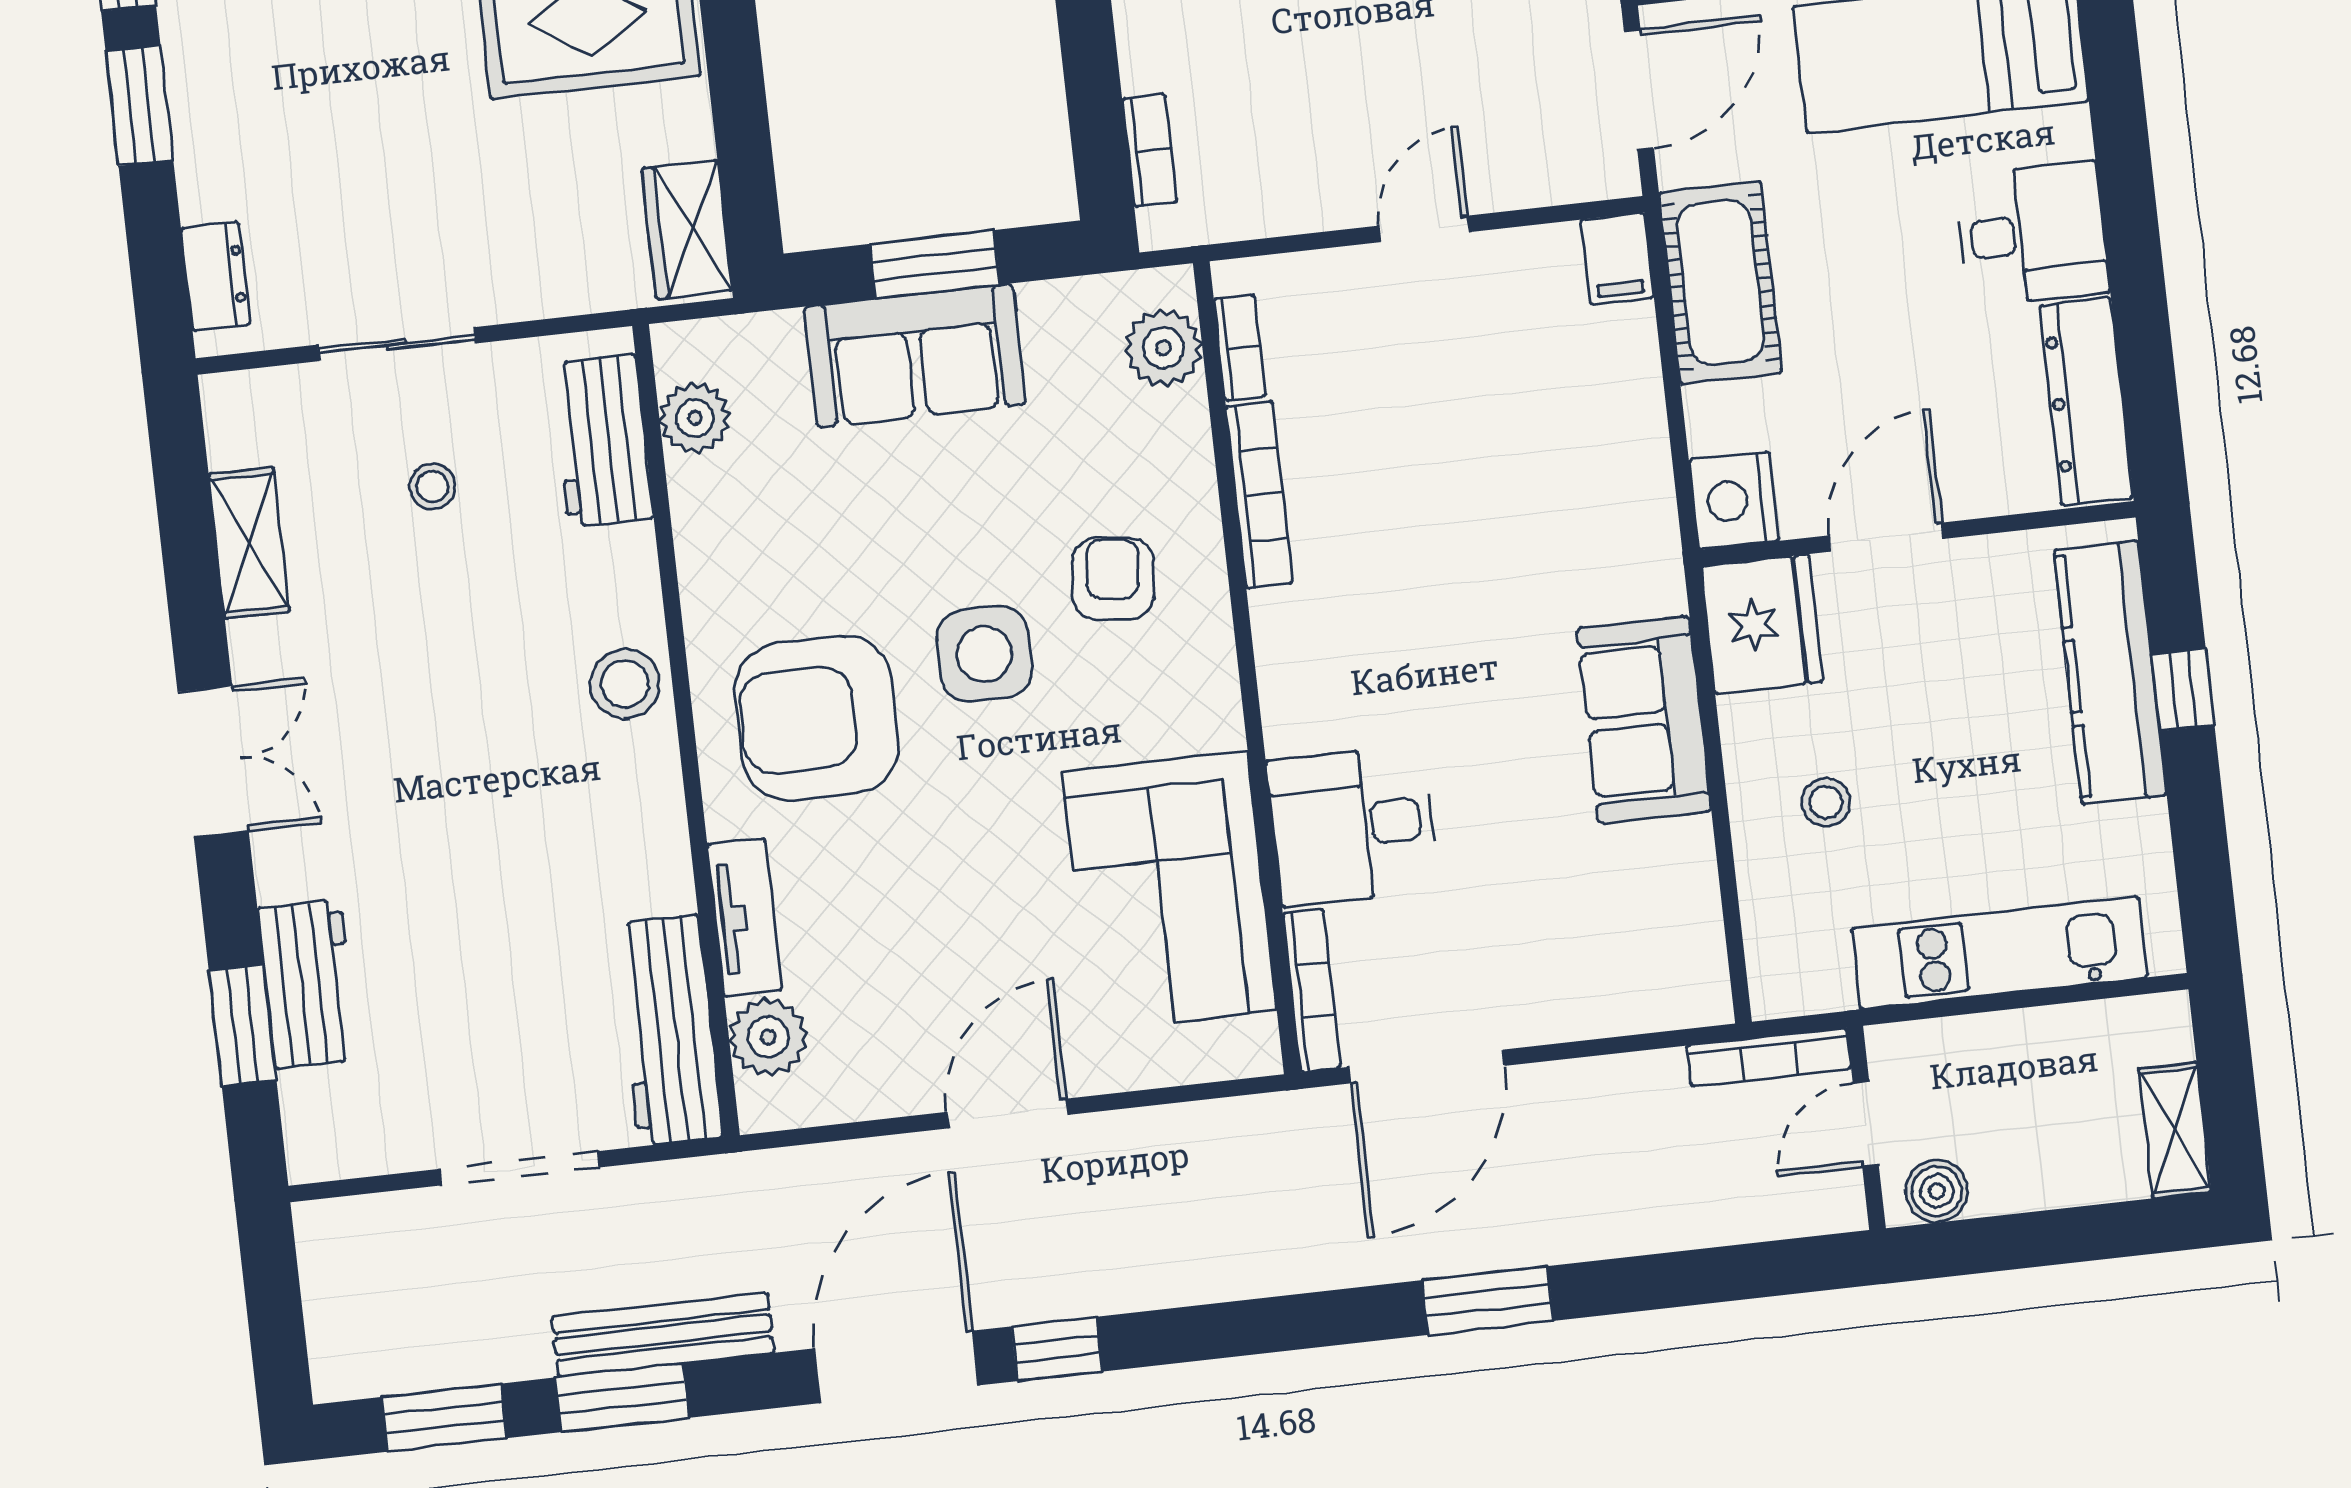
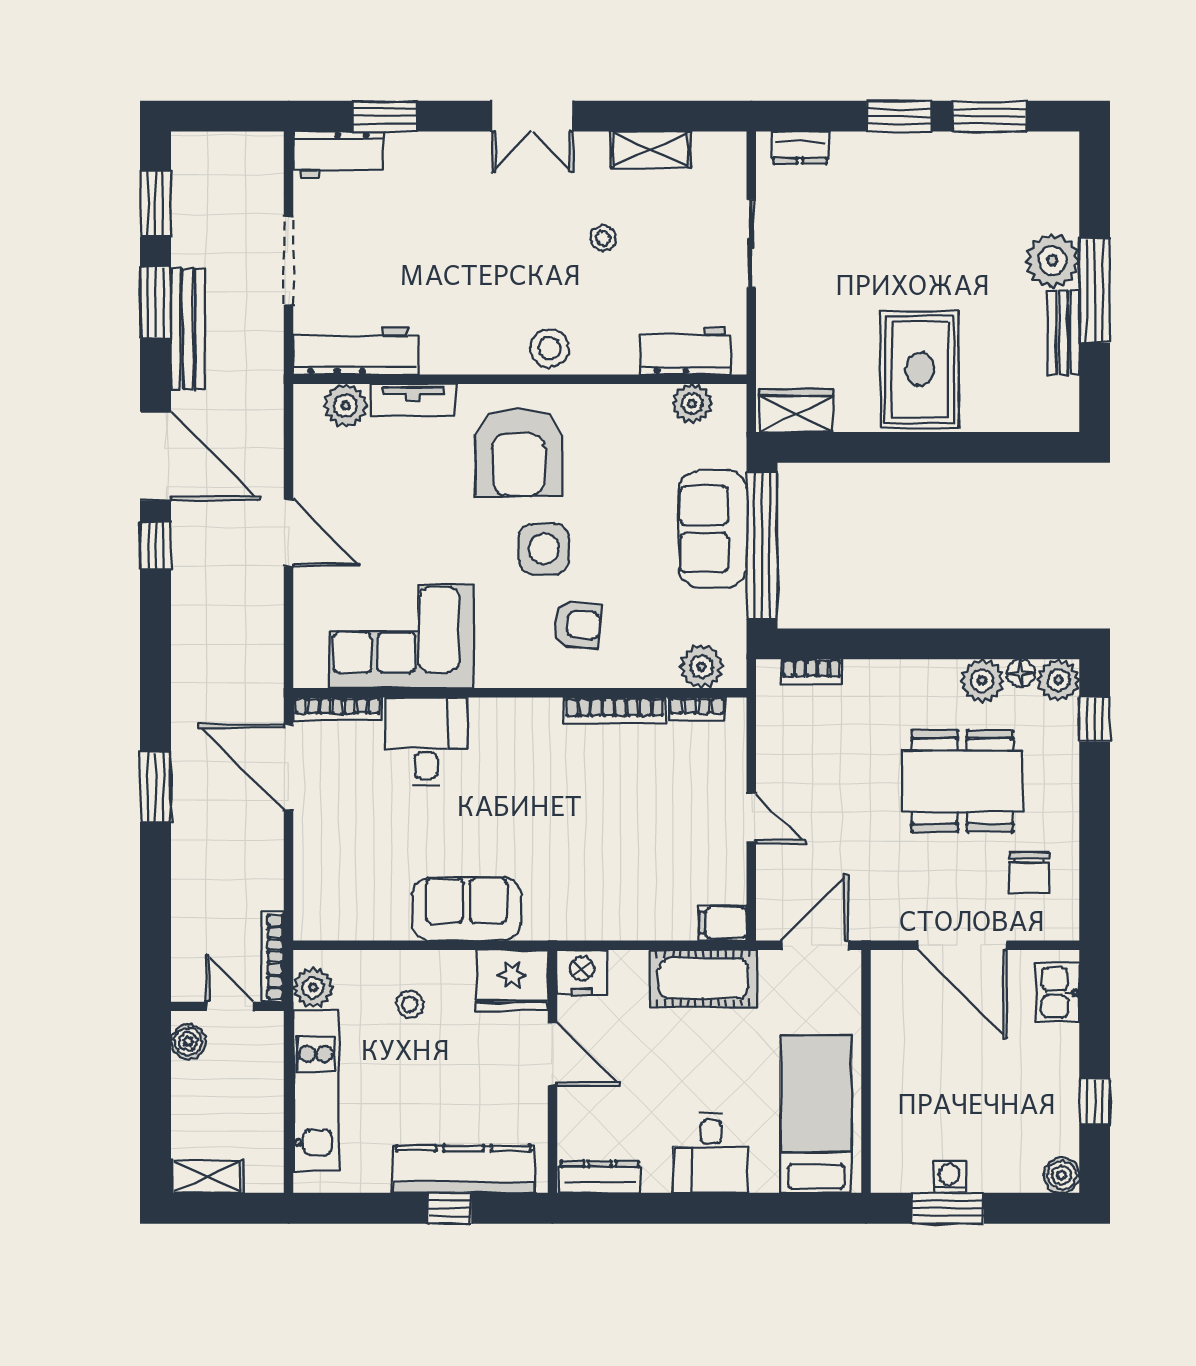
door: (1639, 90) -> (815, 945), swing flipped
window: (935, 264) -> (762, 546), width x2.11
dresser: (2086, 402) -> (600, 1177), width x0.73, depth x0.80
stool: (432, 486) -> (603, 238), moved
armchair: (817, 718) -> (519, 452), turned 180
plant: (1815, 978) -> (313, 988), added
workbench: (308, 984) -> (338, 155), moved

